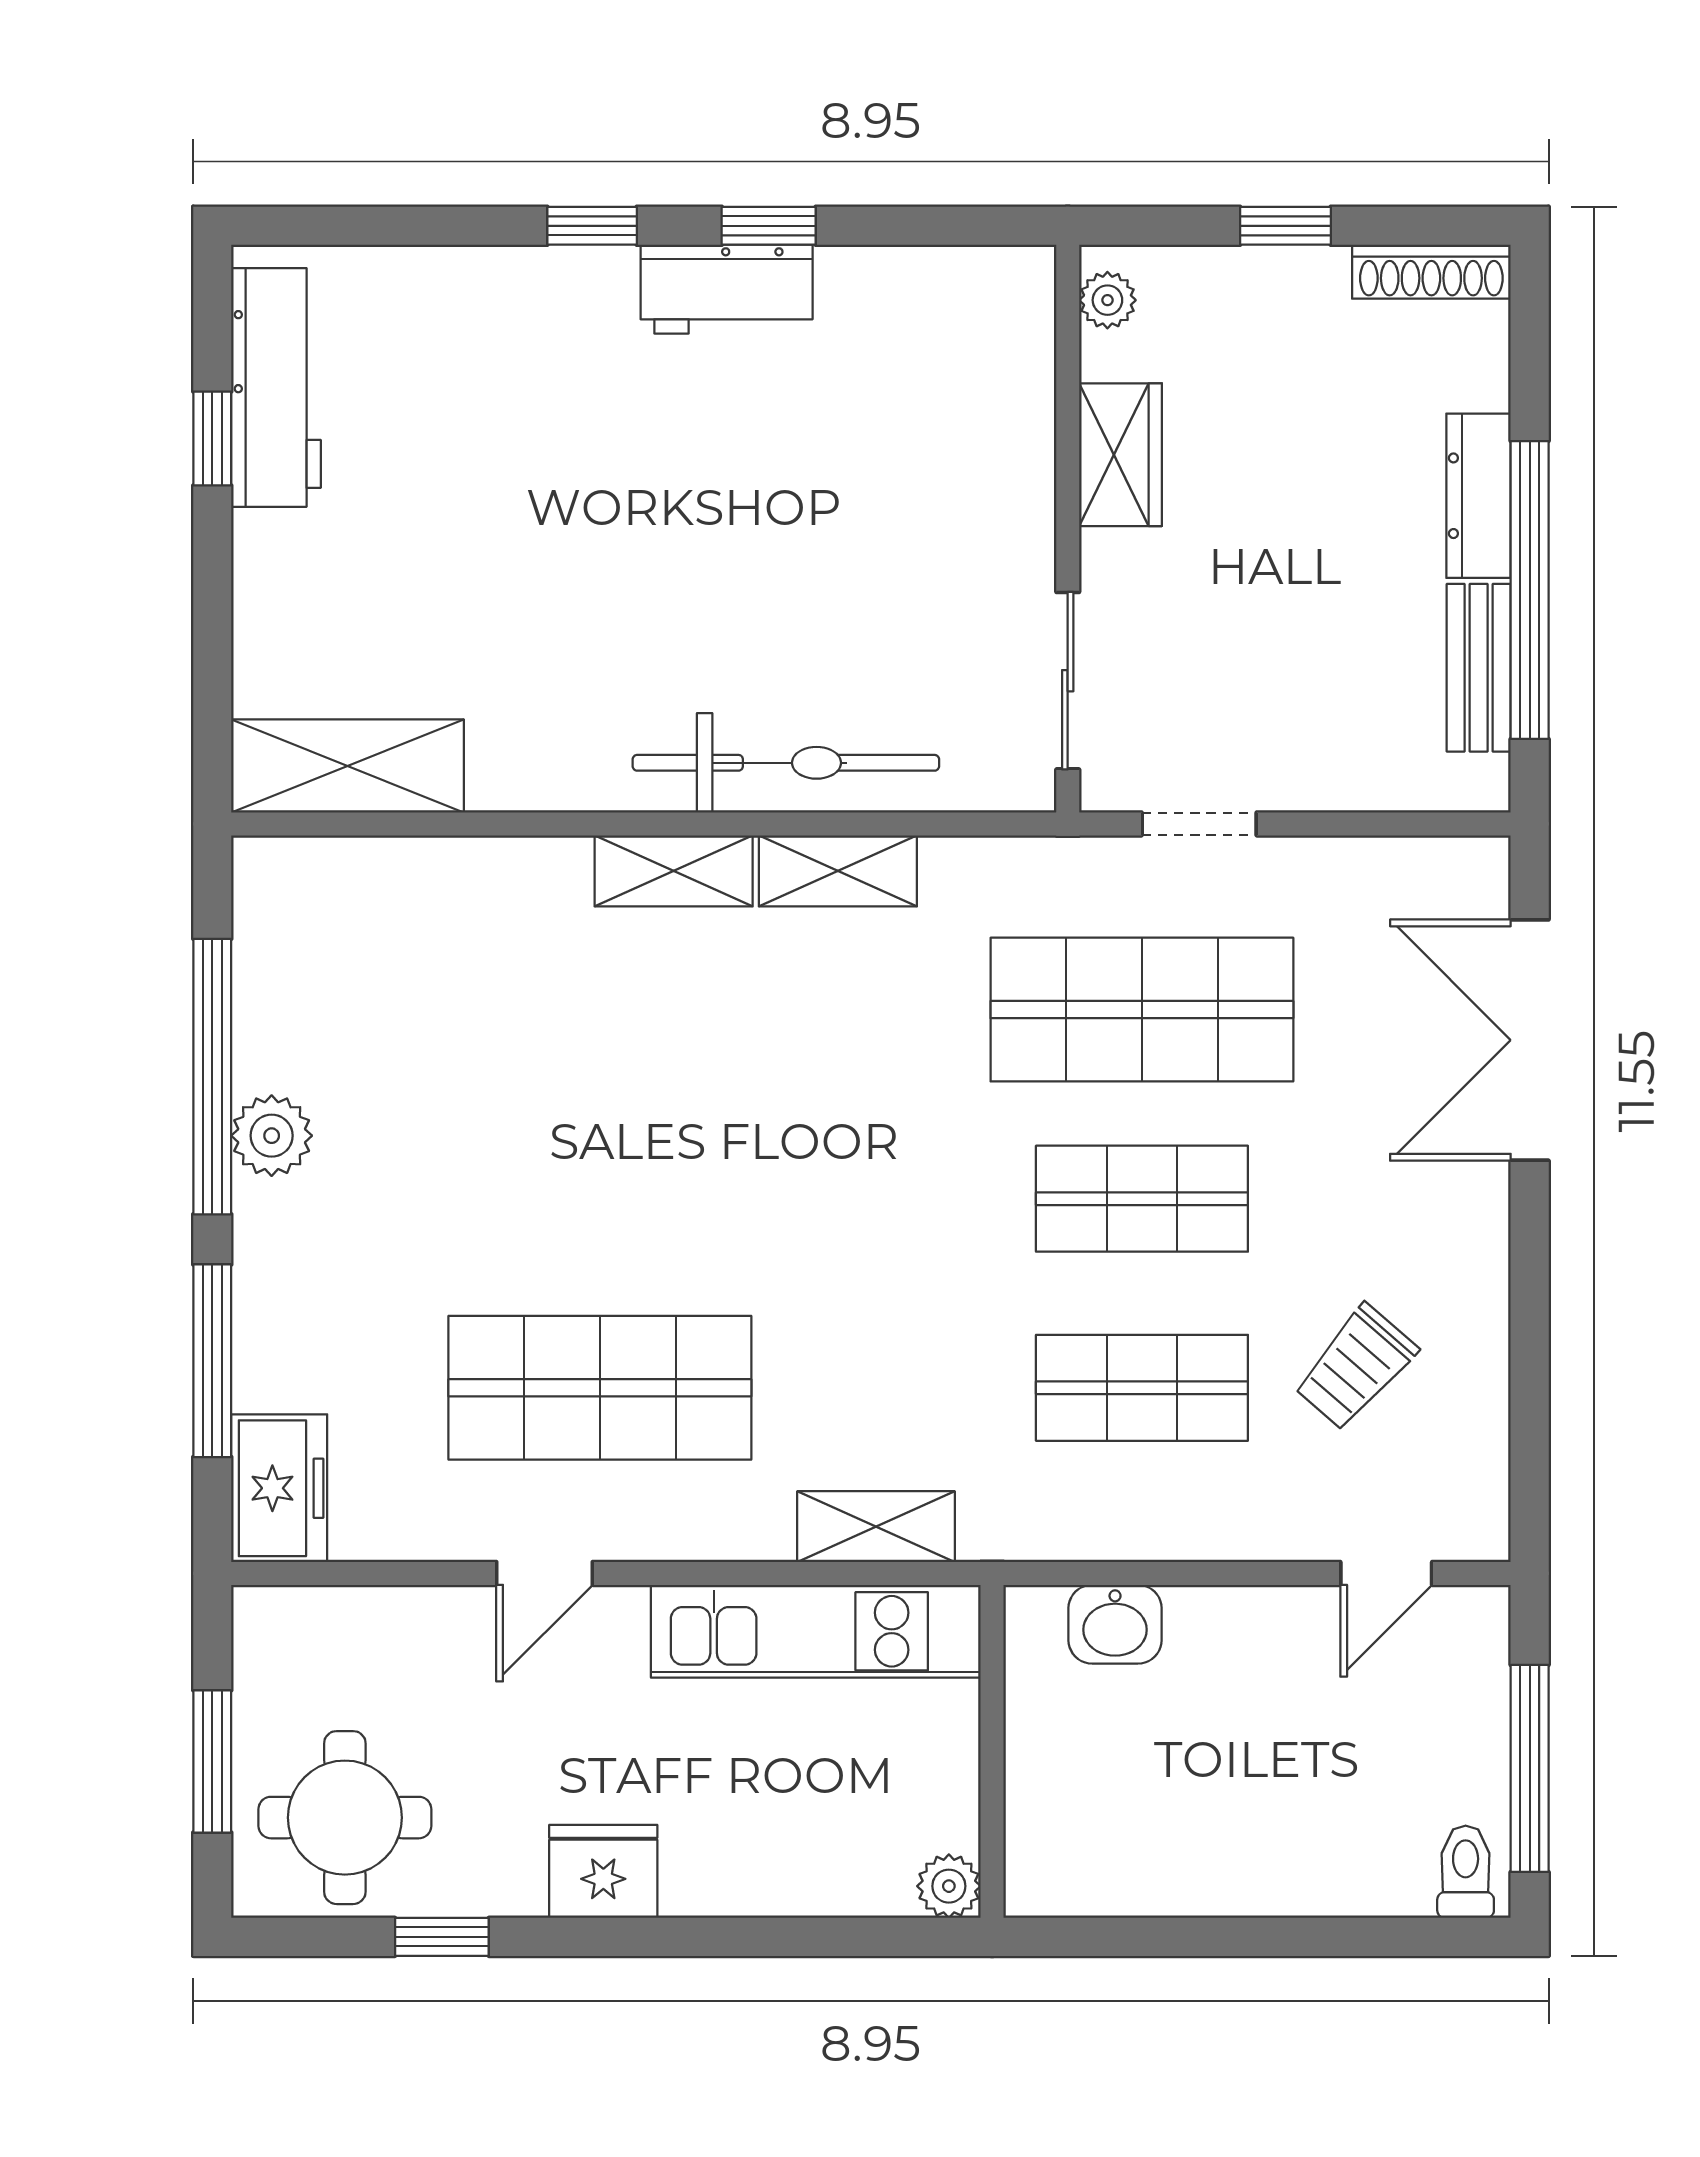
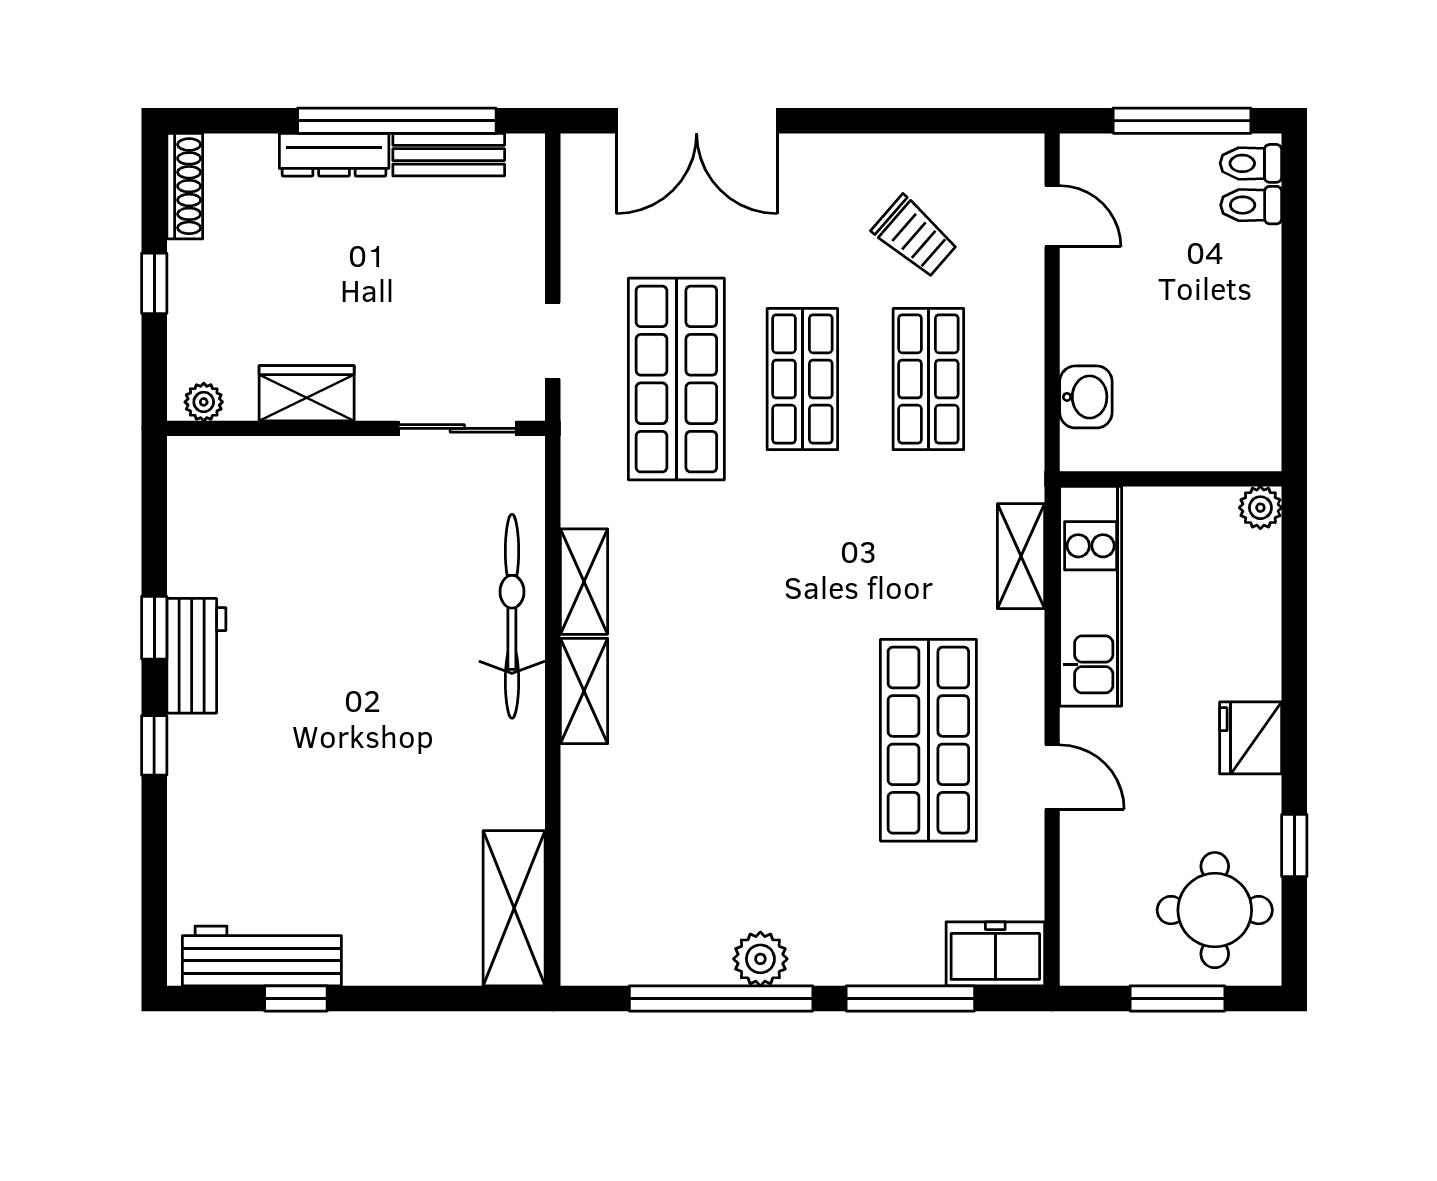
toilet: (1403, 1872) -> (1251, 205), added

